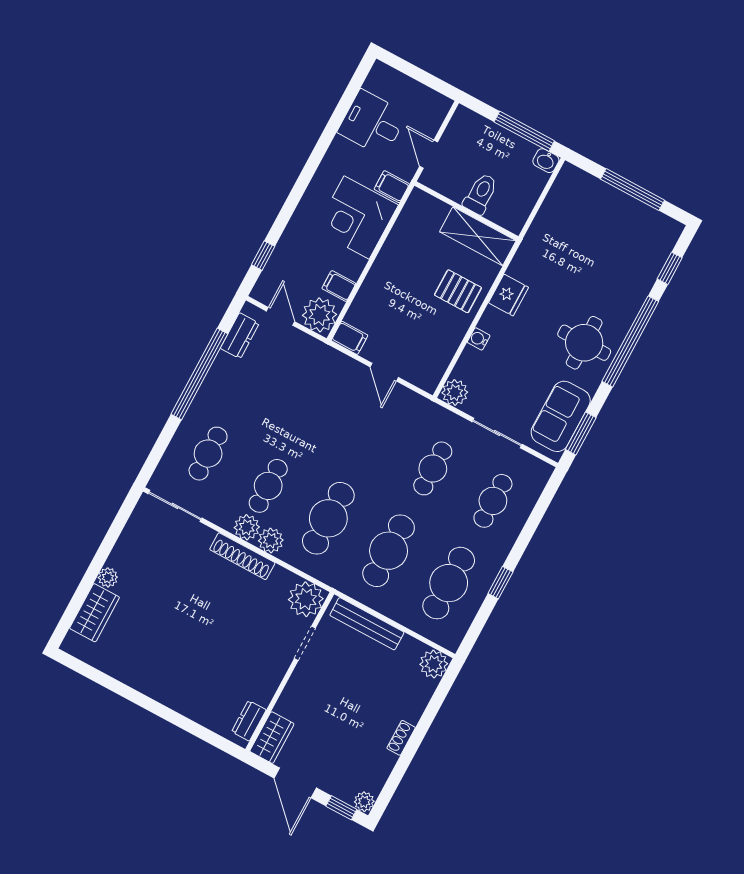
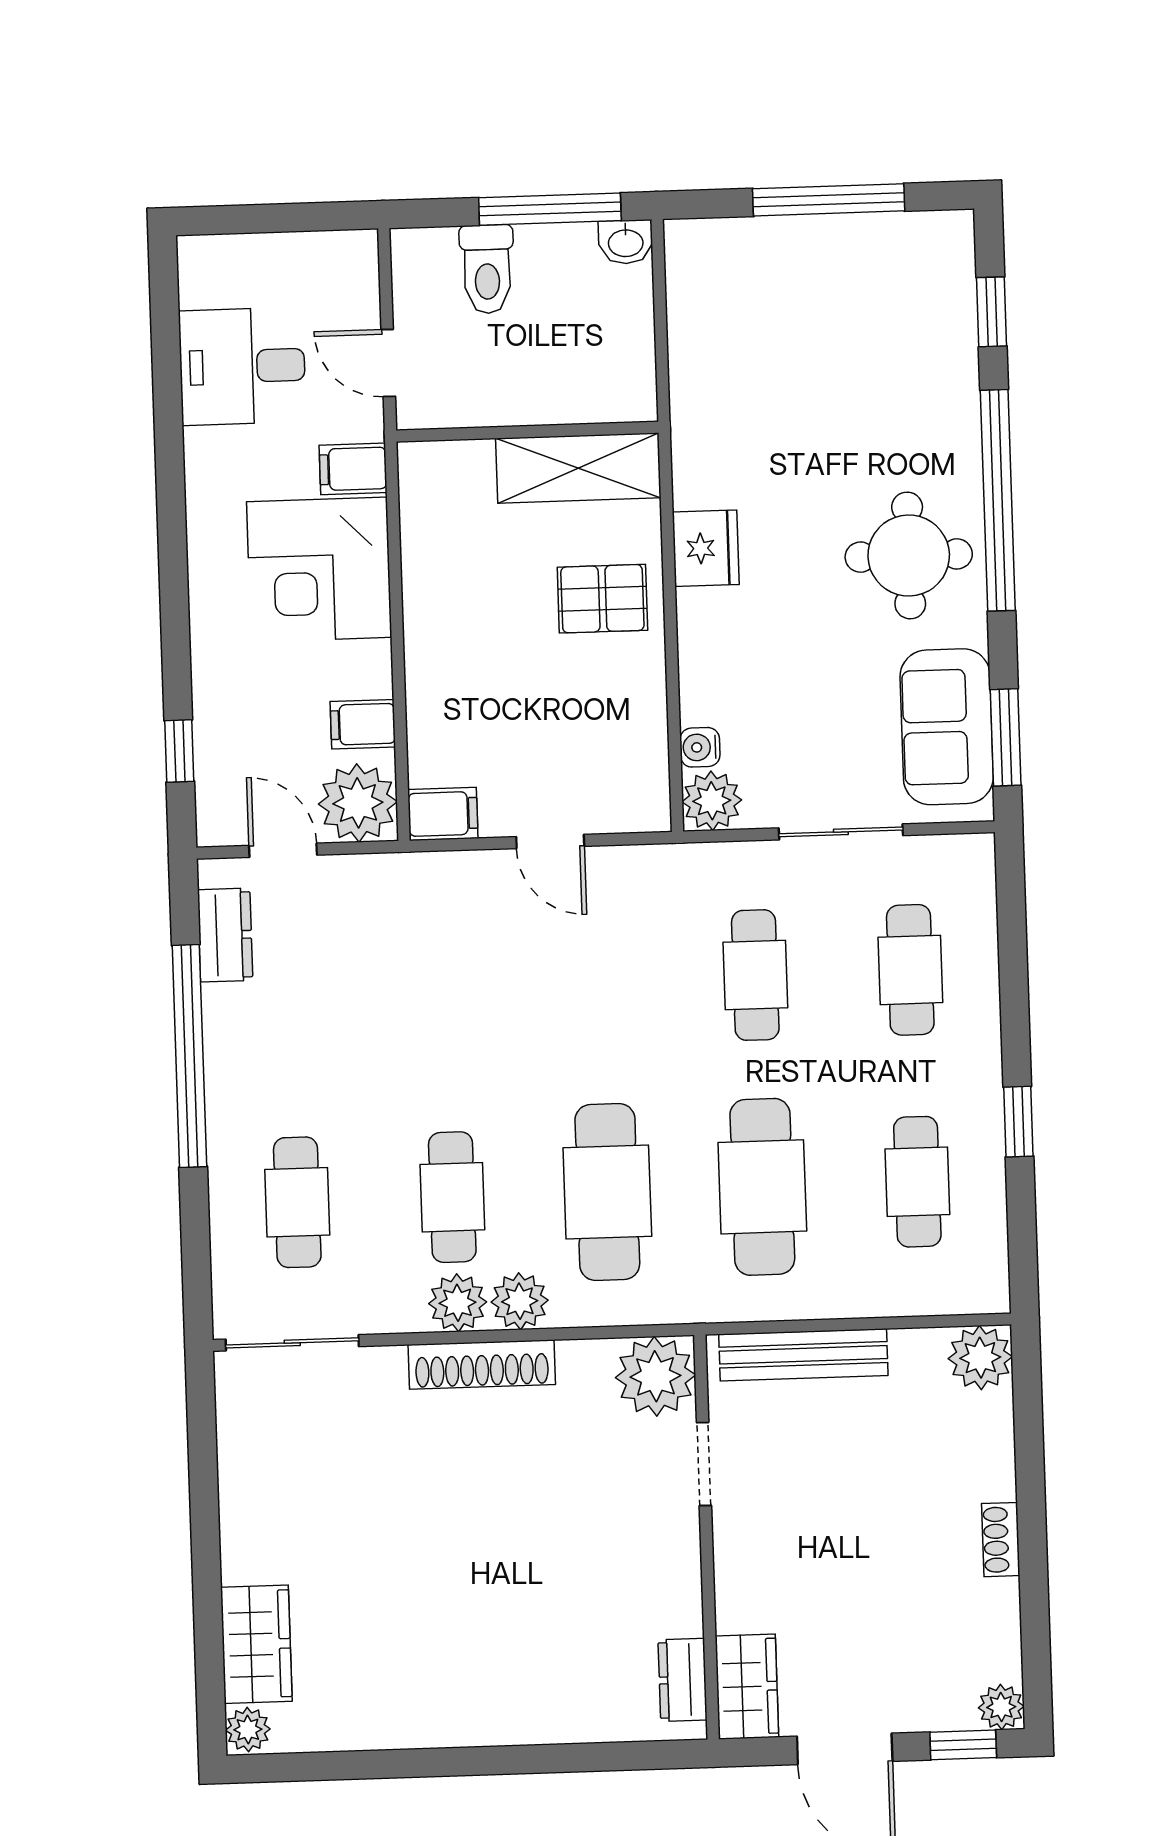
toilet: (481, 194) -> (487, 269), moved, turned 180
water cooler: (479, 339) -> (700, 747), moved
plant: (108, 577) -> (248, 1730), moved
cafe table: (449, 583) -> (917, 1182), width x0.73, depth x0.74

